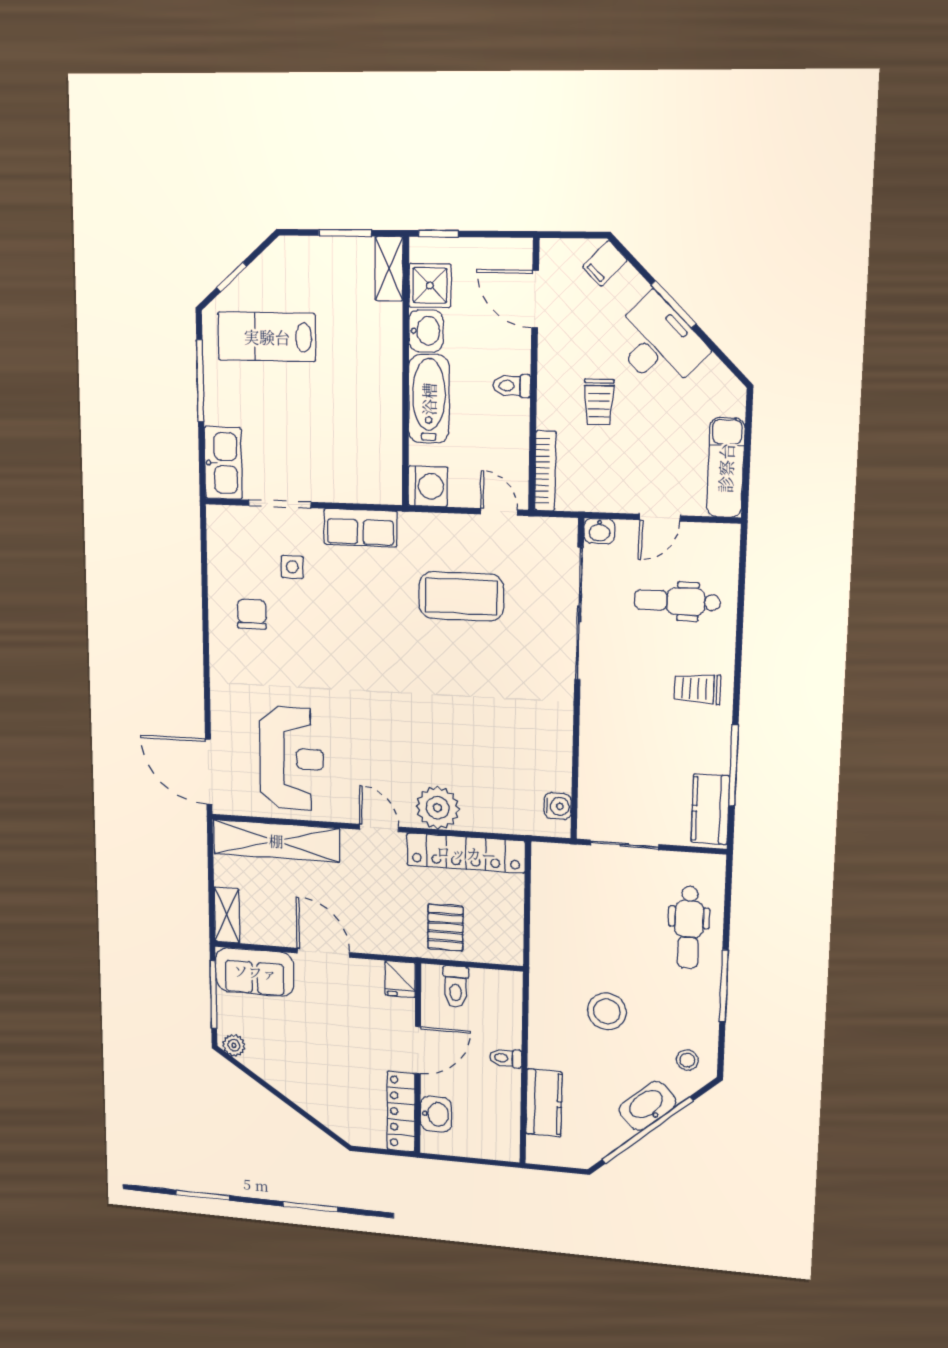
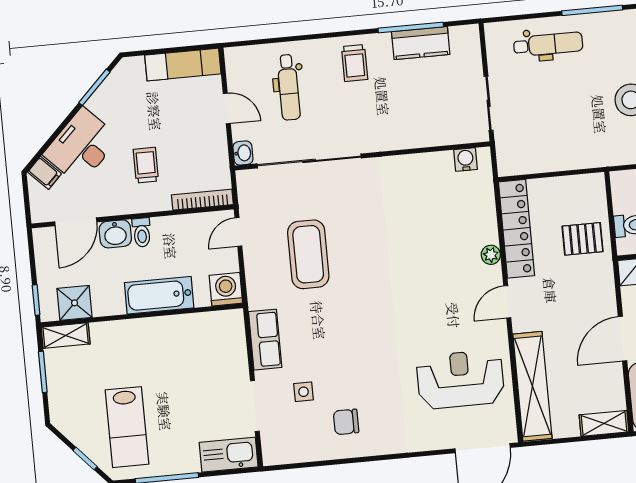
window: (674, 304) -> (94, 87), moved
washbasin: (426, 331) -> (115, 234), moved, turned 180
desk: (658, 343) -> (81, 146), moved
trolley: (599, 402) -> (146, 165), turned -90
plant: (438, 808) -> (491, 255), width x0.53, depth x0.53
kitchen counter: (710, 809) -> (421, 43), moved

